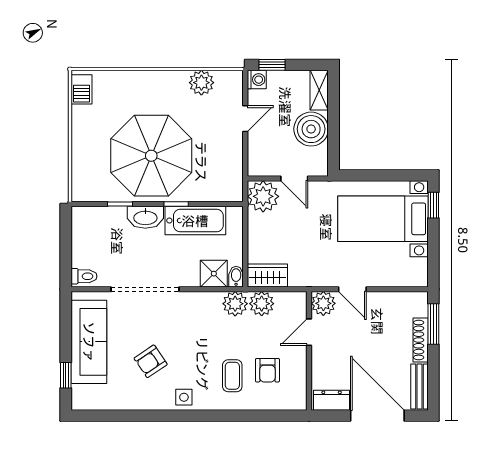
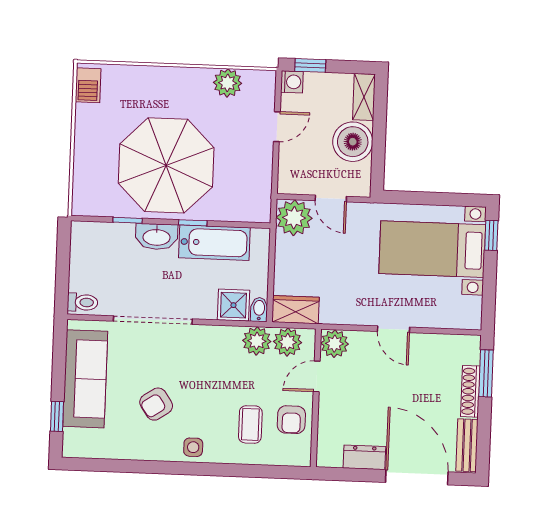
plant: (323, 303) -> (334, 344), moved
door: (309, 332) -> (317, 376), moved
wall: (309, 351) -> (316, 398), moved

